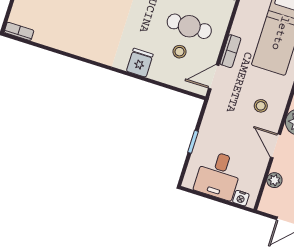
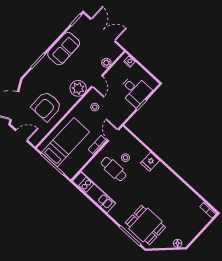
door: (214, 77) -> (113, 135), swing flipped
desk: (218, 175) -> (135, 91), moved, turned 90

